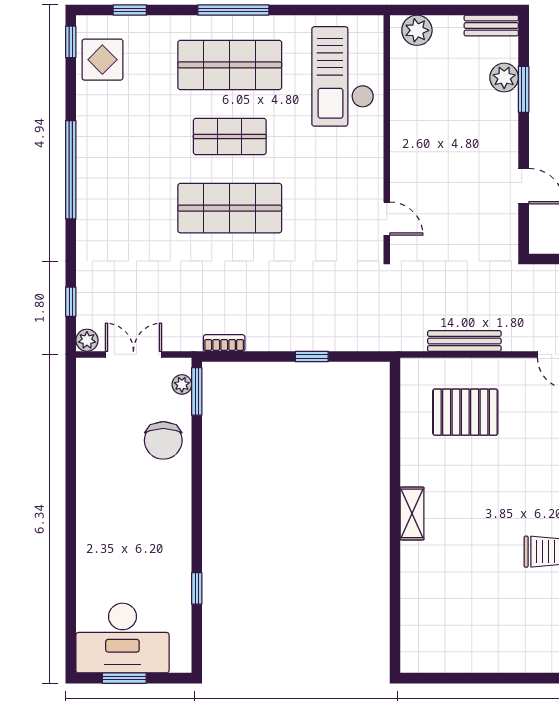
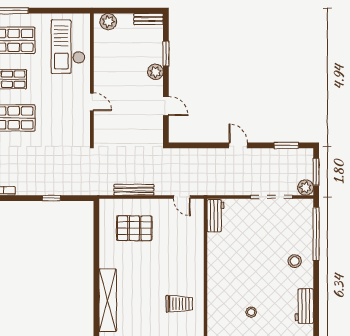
plant: (504, 78) -> (155, 72), moved
door: (387, 219) -> (92, 102), moved
shelving: (412, 513) -> (108, 300), width x2.20, depth x1.33

